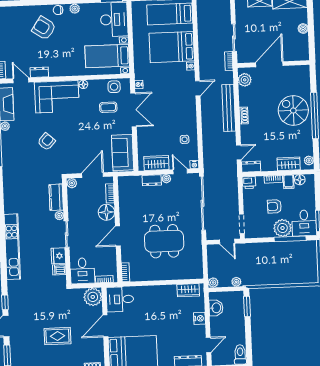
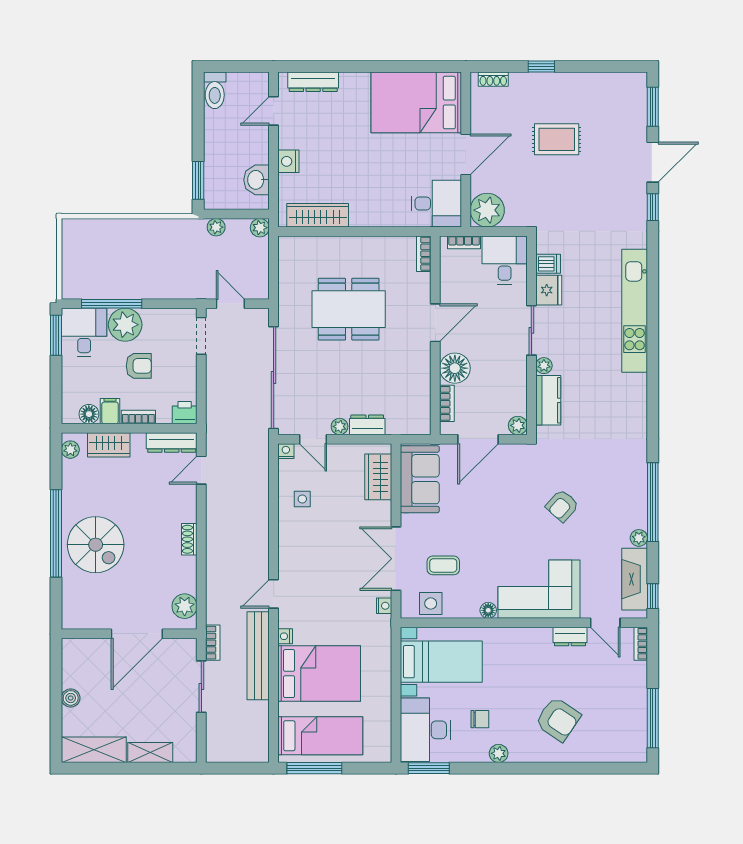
chair: (58, 10) -> (480, 719), moved
bench: (229, 108) -> (258, 656), moved
wardrobe: (156, 163) -> (378, 477), moved, turned 90
dresser: (251, 167) -> (172, 442), width x1.44
wardrobe: (188, 290) -> (318, 215), width x1.50

